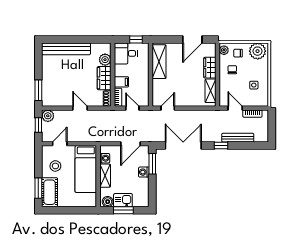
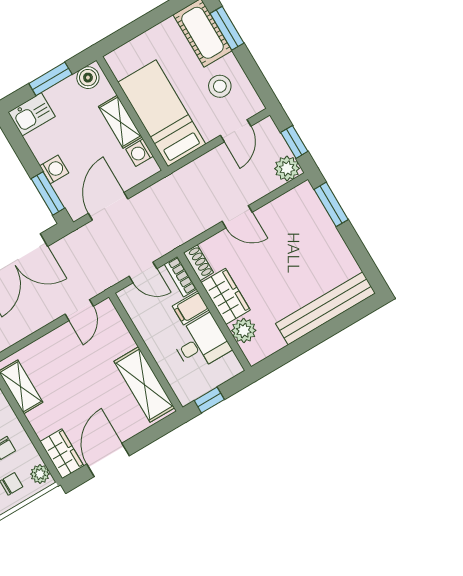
desk: (126, 53) -> (201, 343), moved
wardrobe: (210, 68) -> (62, 454), moved
kitchen sink: (123, 200) -> (32, 114), moved

